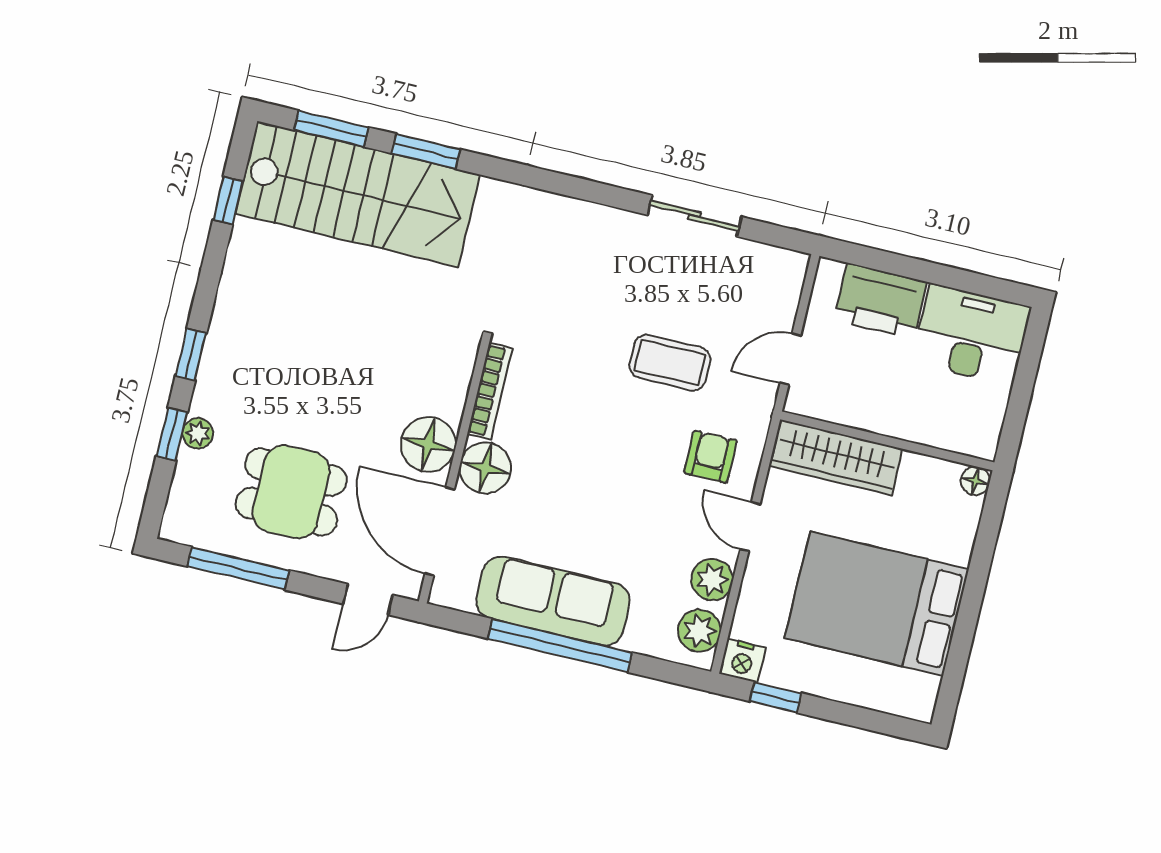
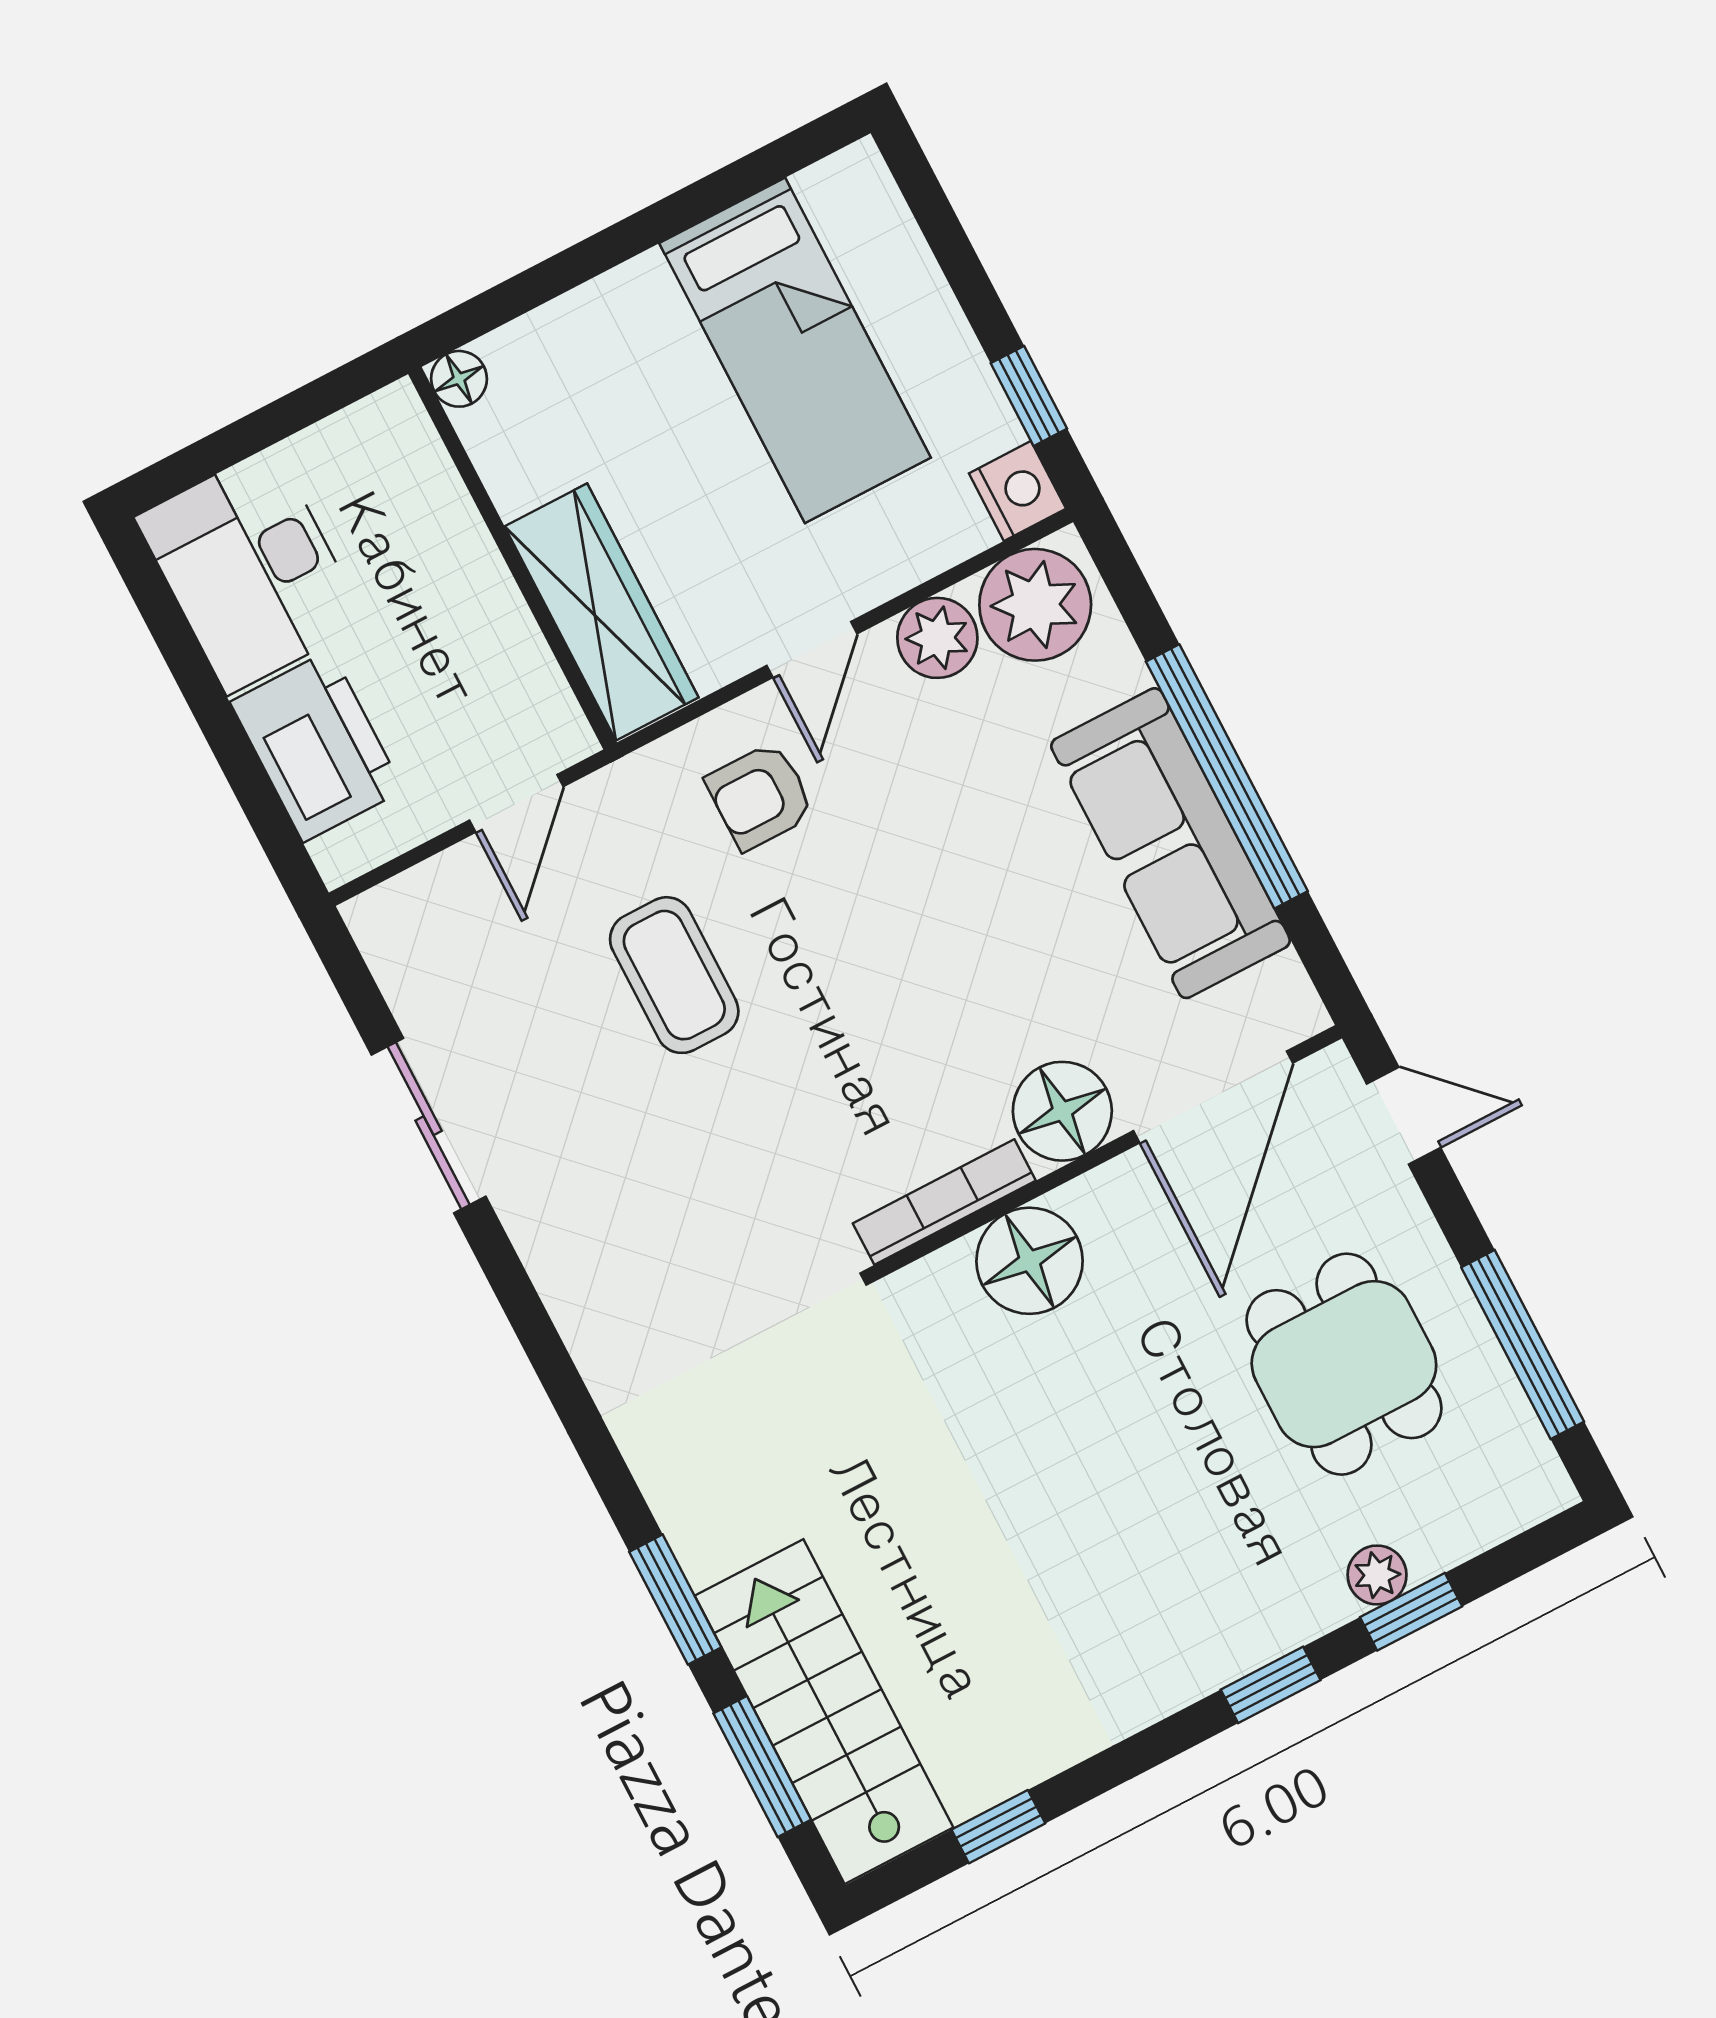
stairs: (358, 194) -> (824, 1712), width x0.73, depth x0.66
door: (790, 359) -> (516, 803), hinge flipped
floor lamp: (428, 444) -> (1030, 1261), moved
bed: (877, 604) -> (795, 350), width x0.67
plant: (699, 631) -> (1035, 605), width x1.36, depth x1.36

